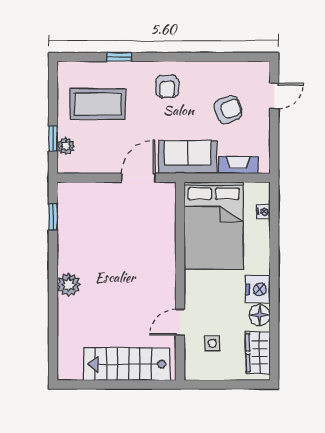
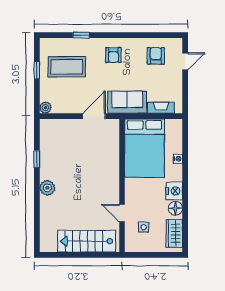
armchair: (228, 110) -> (156, 56), moved, turned -69
window: (53, 138) -> (37, 70), moved
plant: (66, 146) -> (45, 108), moved
nightstand: (263, 212) -> (178, 159), moved
window: (53, 217) -> (37, 159), moved
door: (180, 322) -> (122, 213), hinge flipped

